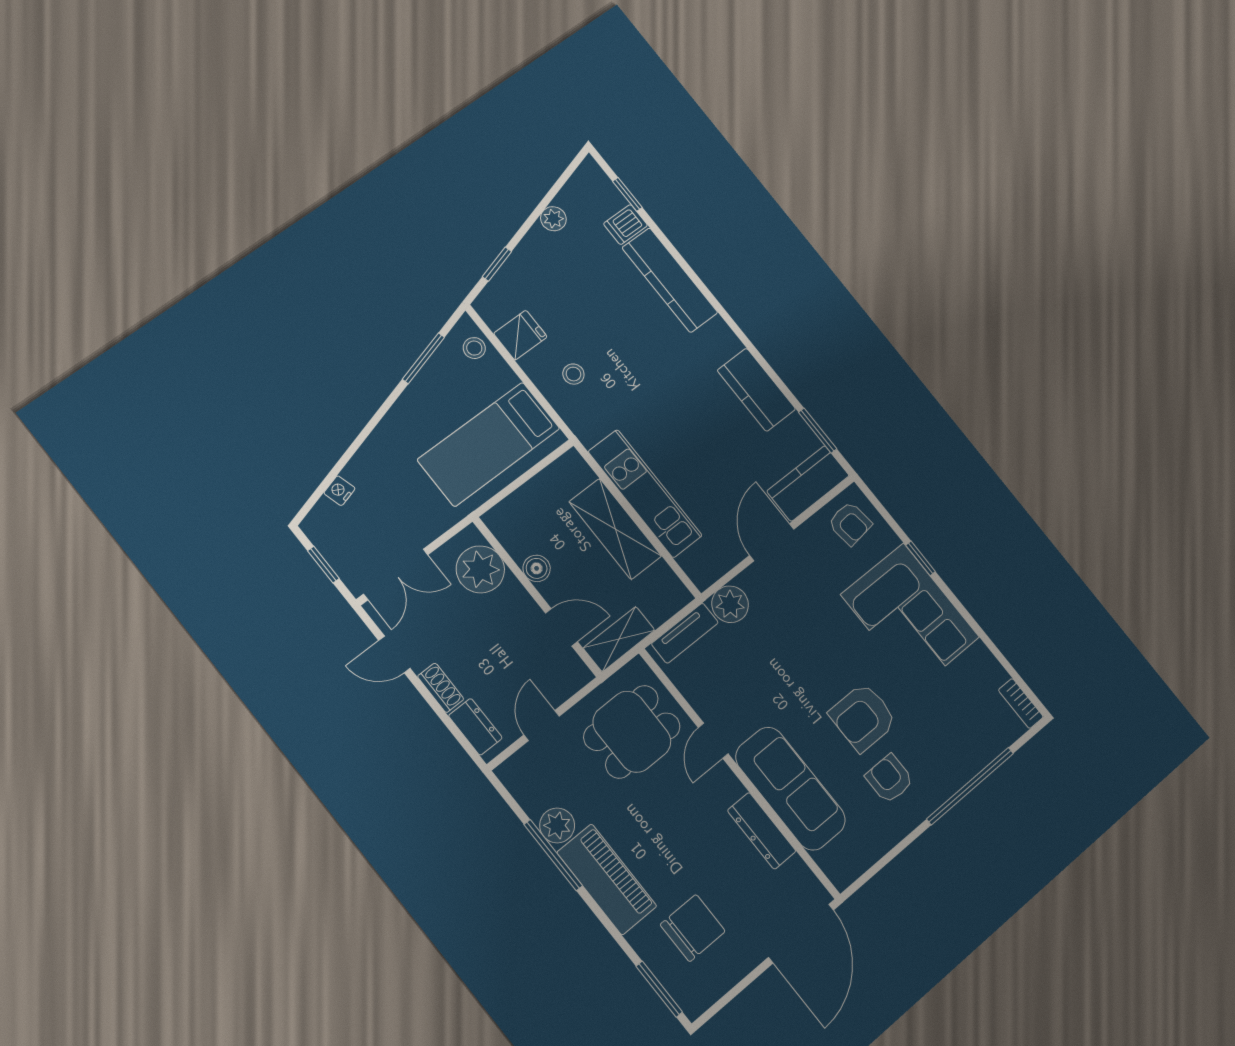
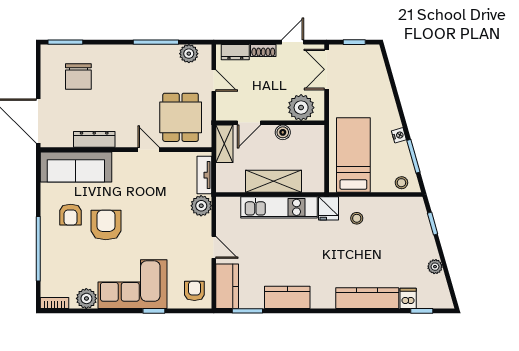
fridge: (520, 335) -> (328, 208), moved
nightstand: (339, 491) -> (399, 135), moved
armchair: (850, 523) -> (194, 291), turned 97
door: (772, 542) -> (214, 247), width x0.73
plant: (979, 664) -> (86, 298), added
armchair: (889, 779) -> (71, 215), turned 90
sofa: (791, 788) -> (76, 167), moved
plant: (557, 825) -> (189, 54), moved
piano: (607, 879) -> (128, 57), removed

